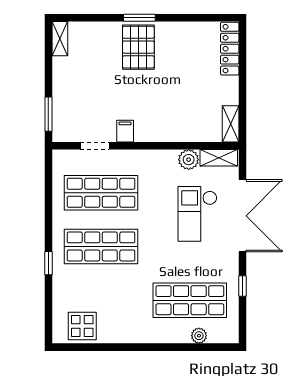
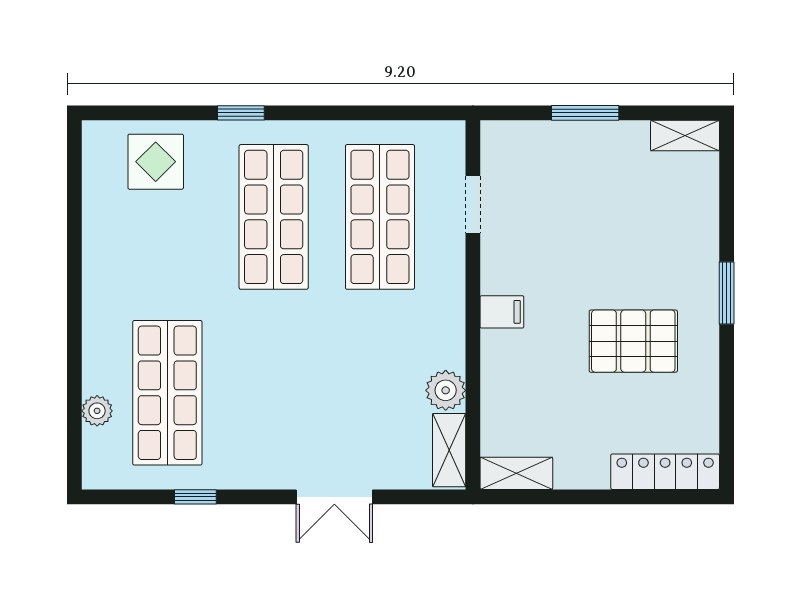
pallet: (138, 47) -> (633, 341), moved
window: (48, 114) -> (585, 113), moved
filing cabinet: (125, 131) -> (502, 312), moved
checkout: (197, 214) -> (338, 408), removed
double door: (242, 216) -> (334, 497), width x0.54
display table: (82, 326) -> (156, 162), moved

